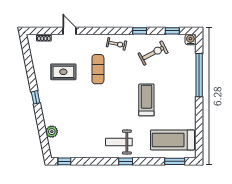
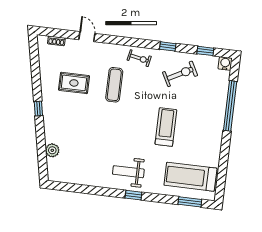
window: (64, 161) -> (63, 186), removed

